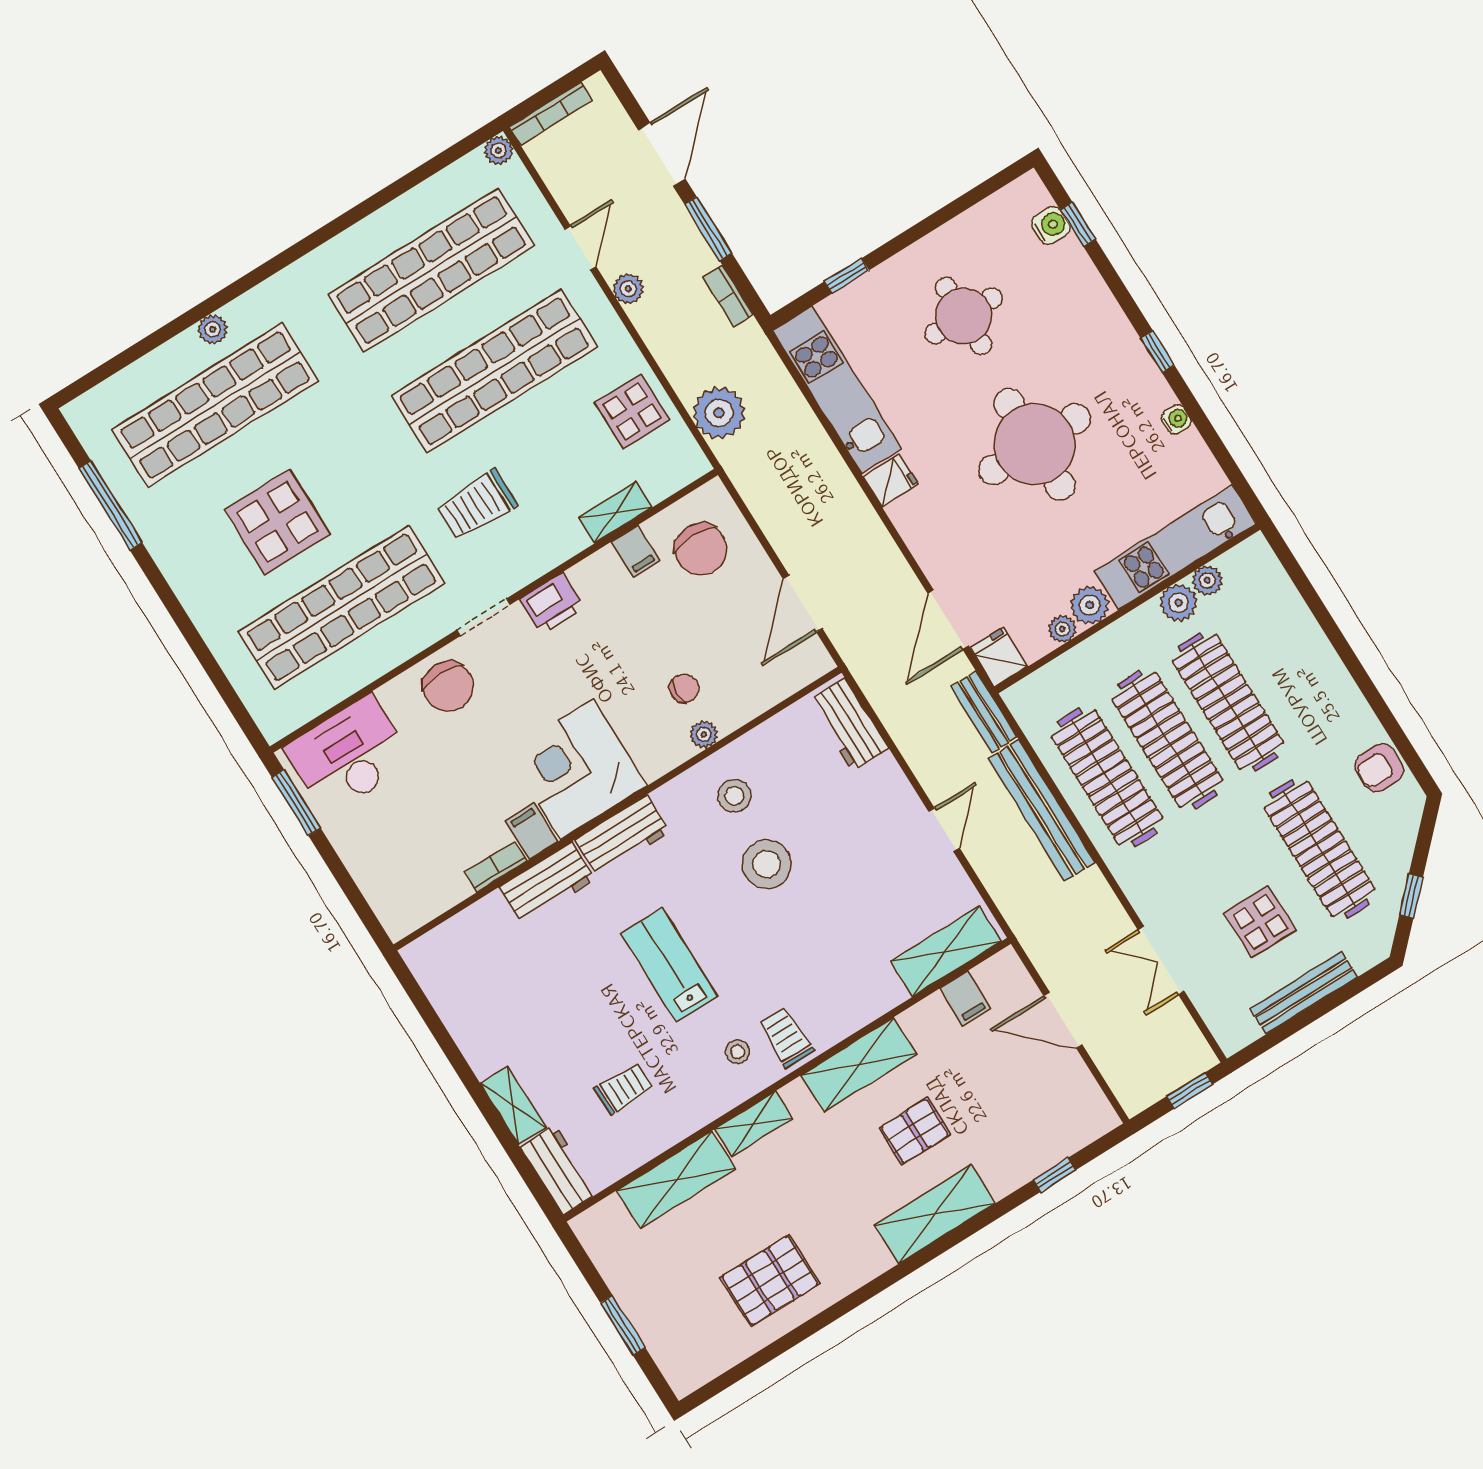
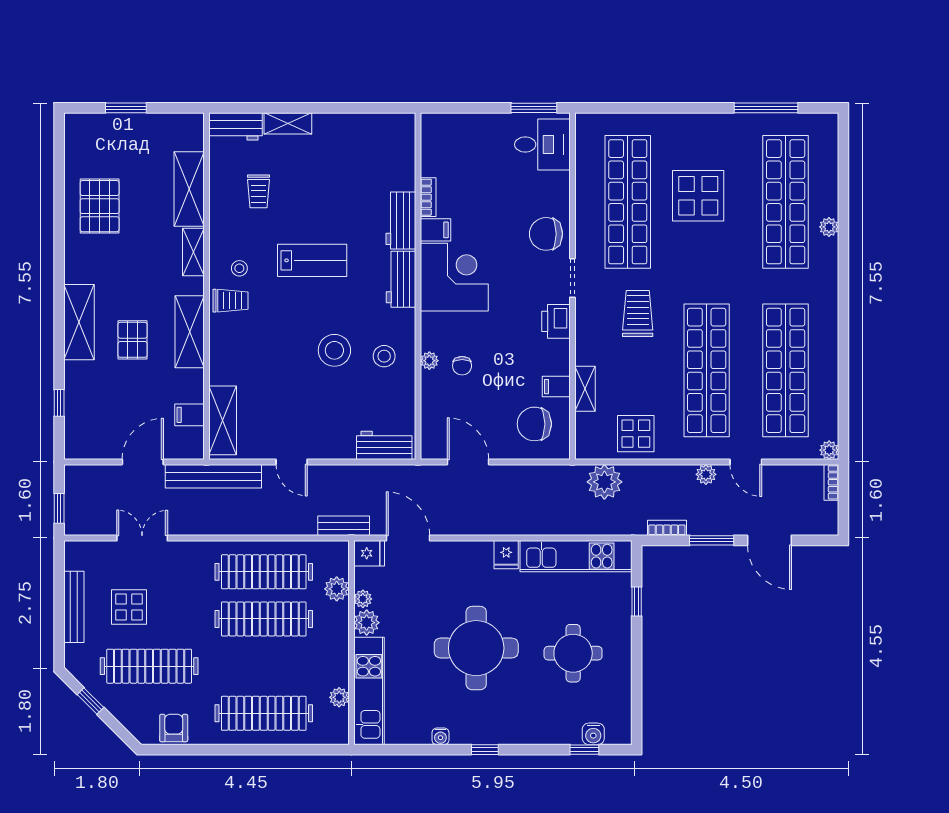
bookcase: (551, 114) -> (831, 482), width x0.64
plant: (1179, 603) -> (337, 589), moved
clothes rail: (1228, 702) -> (264, 713), moved
desk: (349, 755) -> (542, 144), width x0.73
bench: (1042, 810) -> (213, 476), moved

